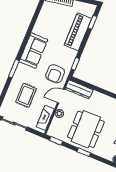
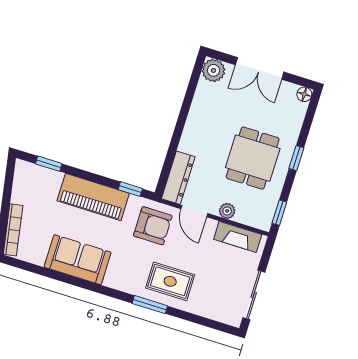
piano: (78, 32) -> (93, 197), moved
sofa: (33, 51) -> (78, 260), moved
rug: (26, 95) -> (170, 281), moved
dining table: (86, 129) -> (253, 158), width x0.73

